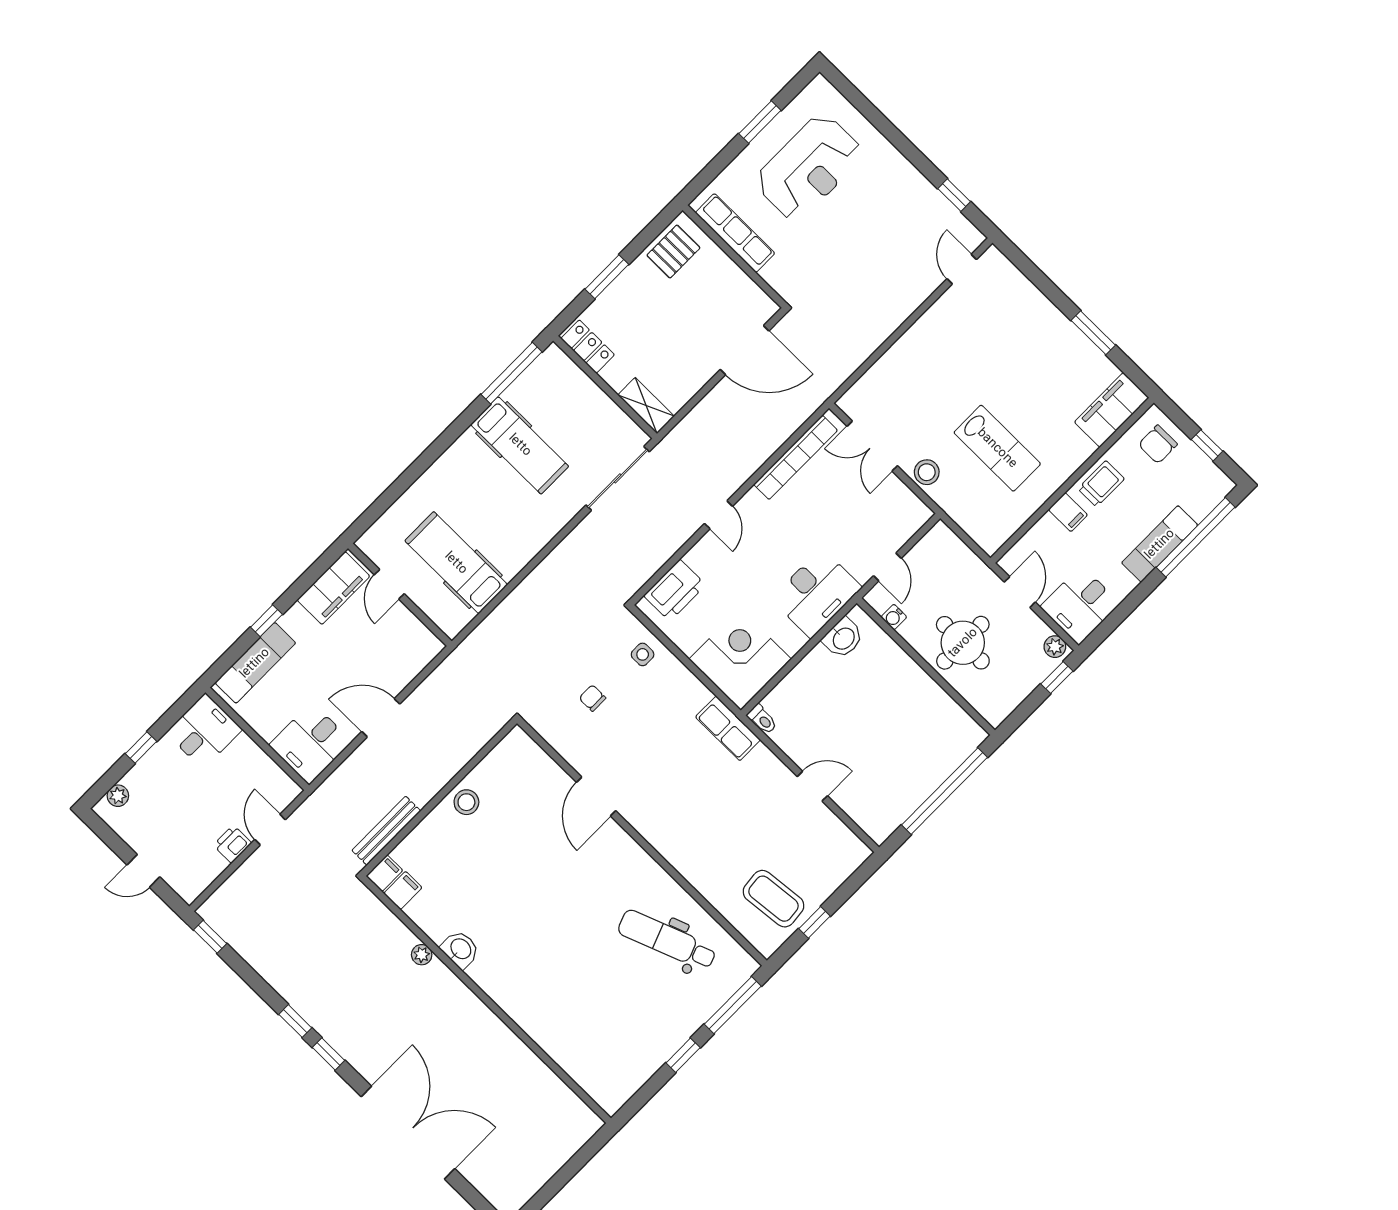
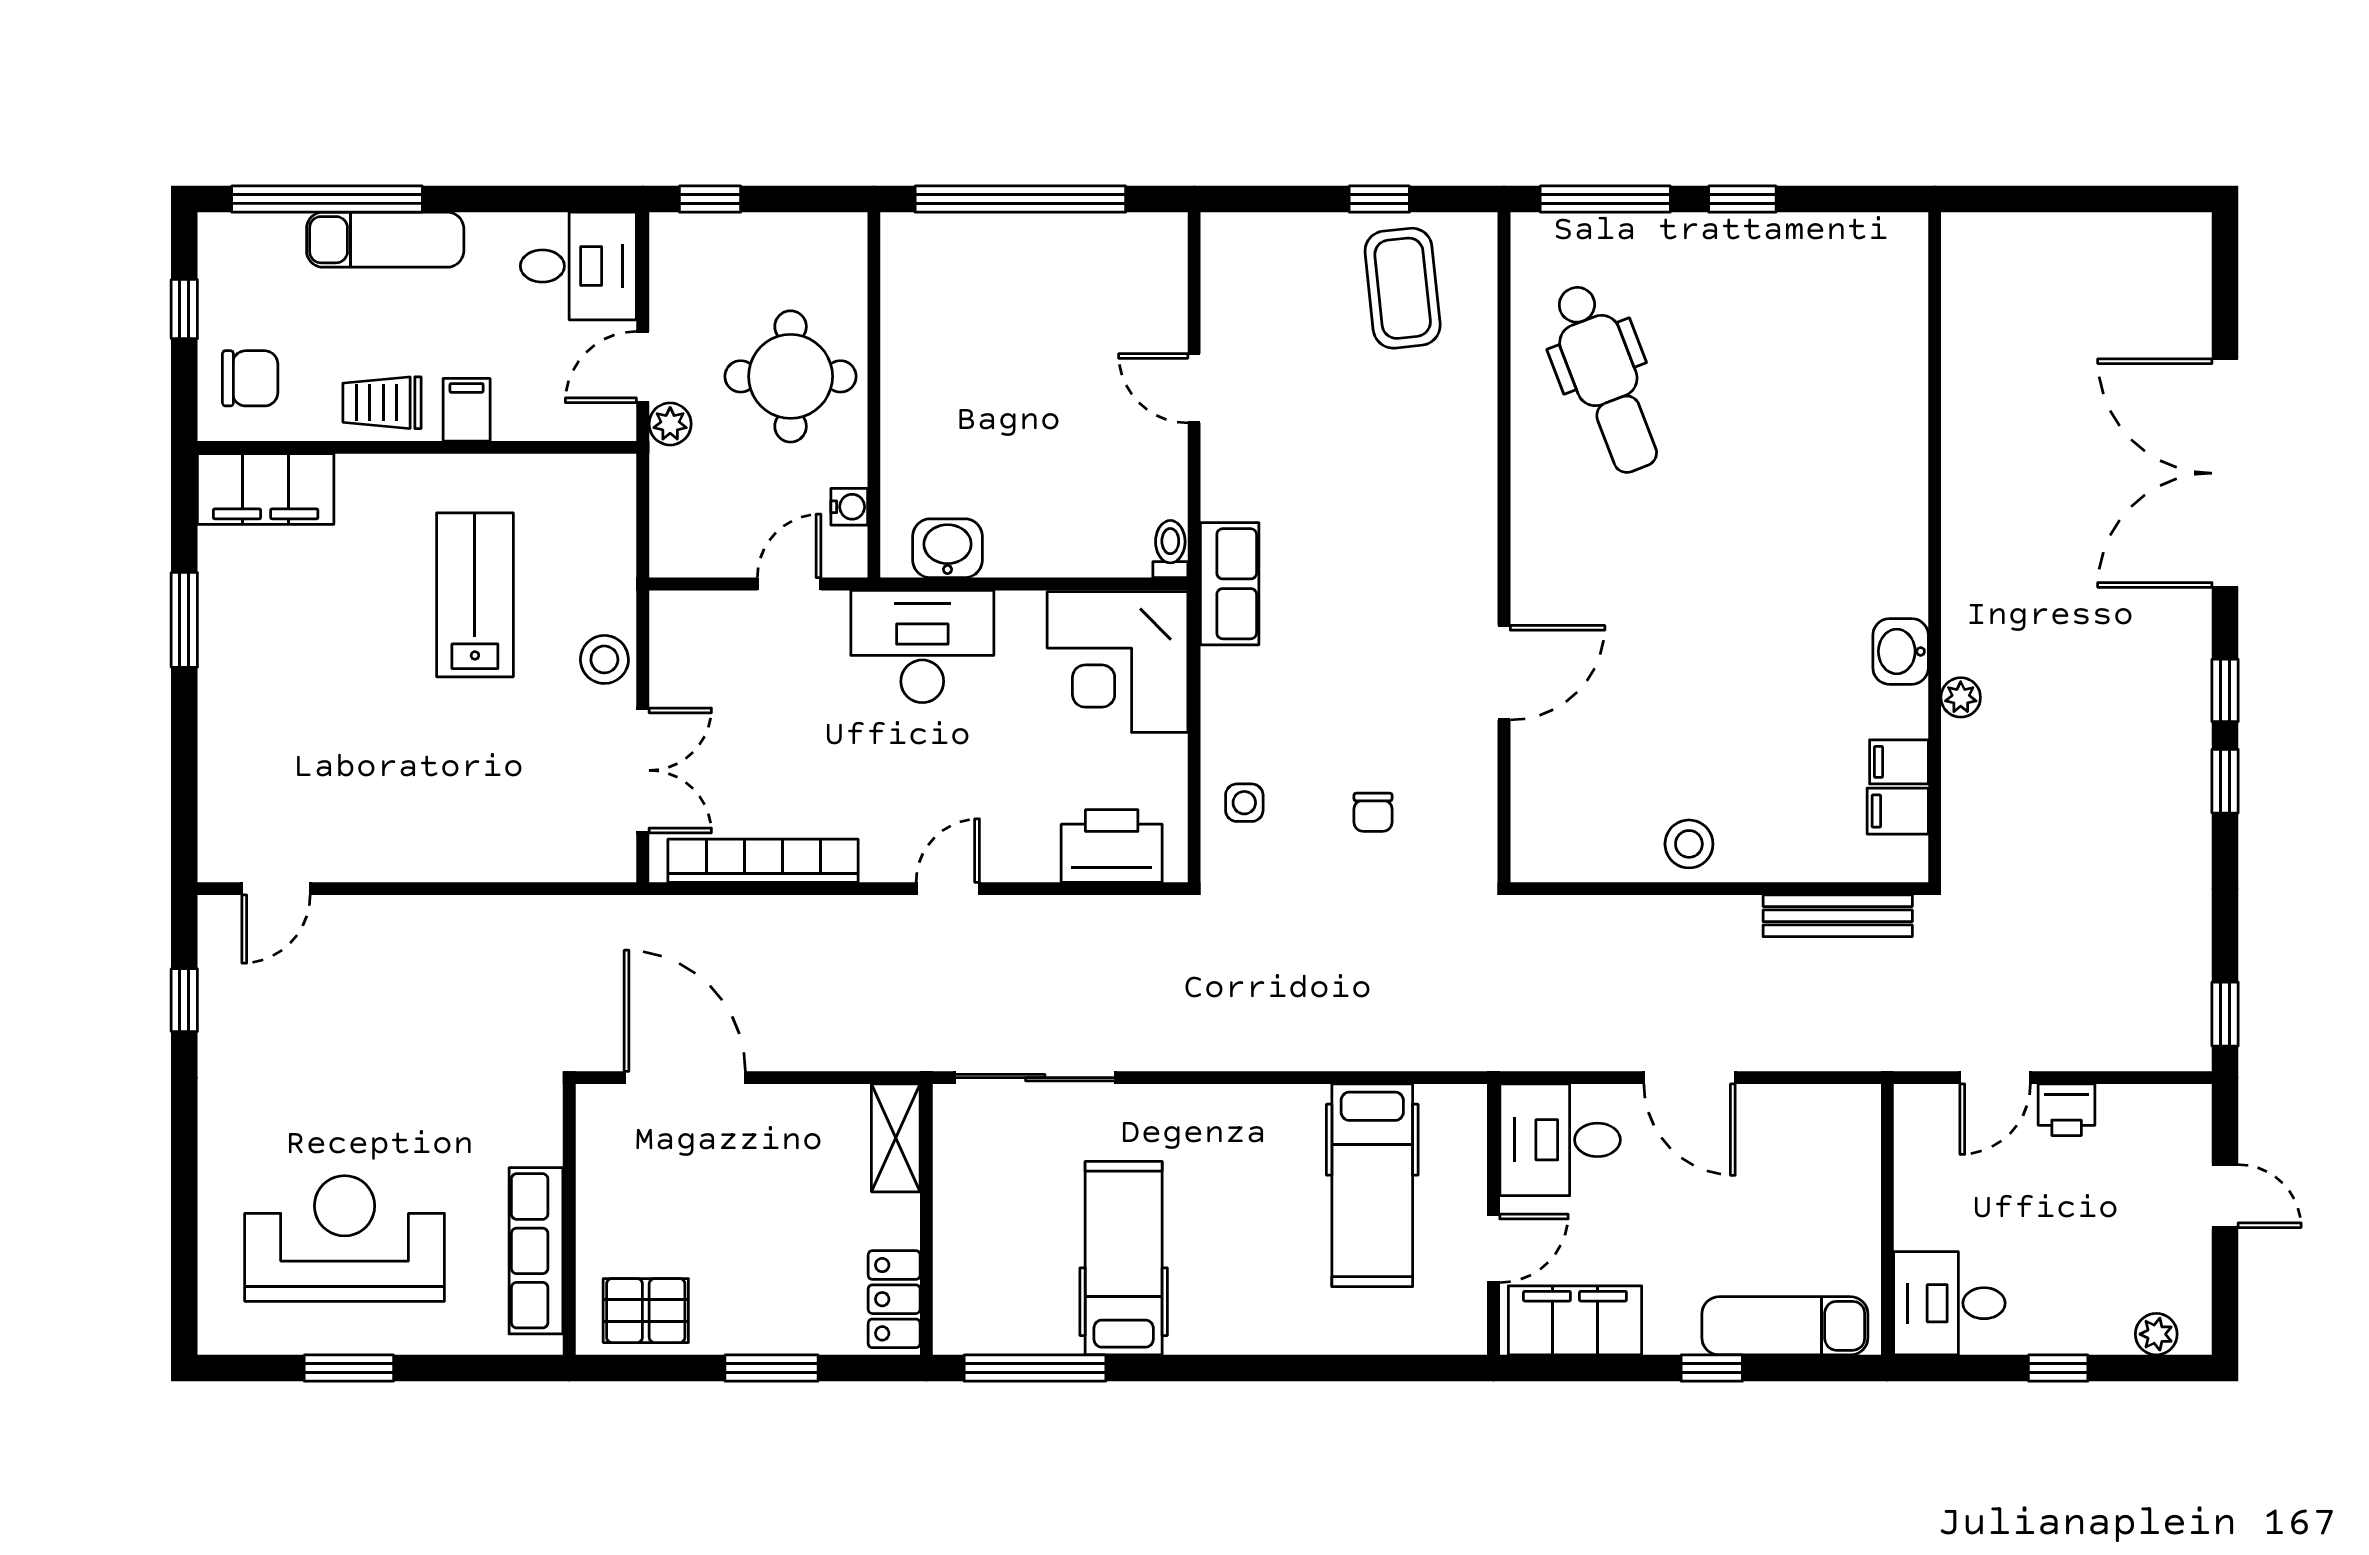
plant: (1055, 647) -> (670, 424), moved
desk: (310, 743) -> (1560, 1140), moved, turned 180
filing cabinet: (384, 873) -> (1899, 762), moved

